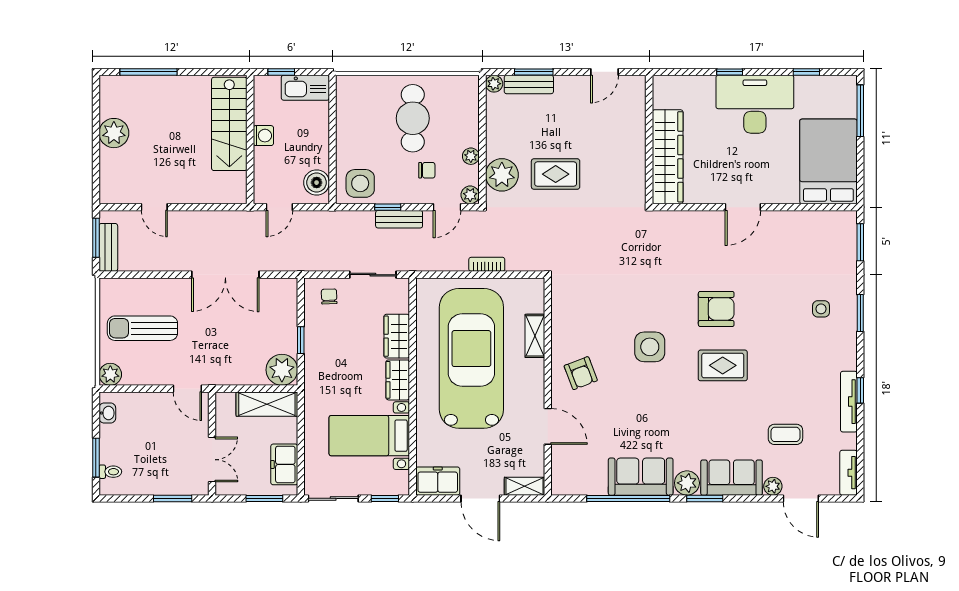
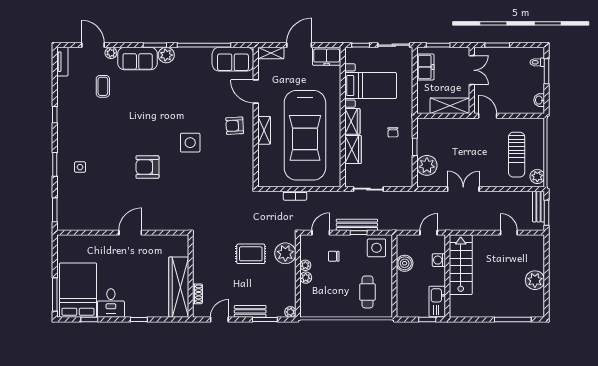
bench: (529, 84) -> (250, 311), moved
kitchen sink: (305, 88) -> (437, 302), moved, turned -90
desk: (755, 104) -> (111, 303), width x0.53, depth x0.77
shoe rack: (638, 112) -> (197, 294), added
cafe table: (413, 118) -> (368, 292), moved, width x0.73, depth x0.74
stairs: (229, 124) -> (461, 265), moved
washing machine: (263, 136) -> (439, 260), moved
wardrobe: (668, 157) -> (179, 287), moved
bed: (828, 161) -> (78, 290), moved, turned 180
boiler: (317, 183) -> (405, 263), moved
plant: (470, 195) -> (306, 278), moved
bench: (399, 219) -> (357, 225), width x1.36
double door: (225, 275) -> (463, 189), width x0.73
chair: (329, 296) -> (393, 132), moved
sun lounger: (142, 328) -> (517, 155), turned 90
shelving: (535, 336) -> (264, 130), moved
rug: (723, 365) -> (143, 131), removed
plant: (282, 370) -> (427, 165), moved
armchair: (581, 373) -> (235, 126), turned -72
plant: (110, 374) -> (537, 176), moved
tv unit: (849, 402) -> (62, 107), removed
shelving: (267, 404) -> (450, 106), moved
coffee table: (785, 434) -> (103, 86), turned 90
double door: (212, 460) -> (472, 70), swing flipped
sofa: (641, 477) -> (233, 59), moved
door: (480, 498) -> (299, 45), hinge flipped

